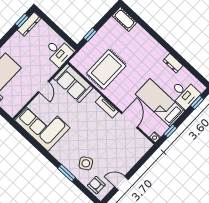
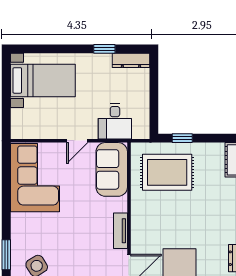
window: (22, 21) -> (104, 49), moved
desk: (58, 52) -> (115, 121), moved
rug: (106, 69) -> (167, 172), moved

